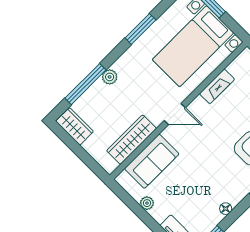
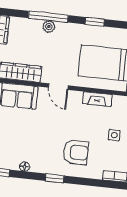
window: (140, 29) -> (95, 22), width x0.67
window: (85, 84) -> (48, 17), moved

